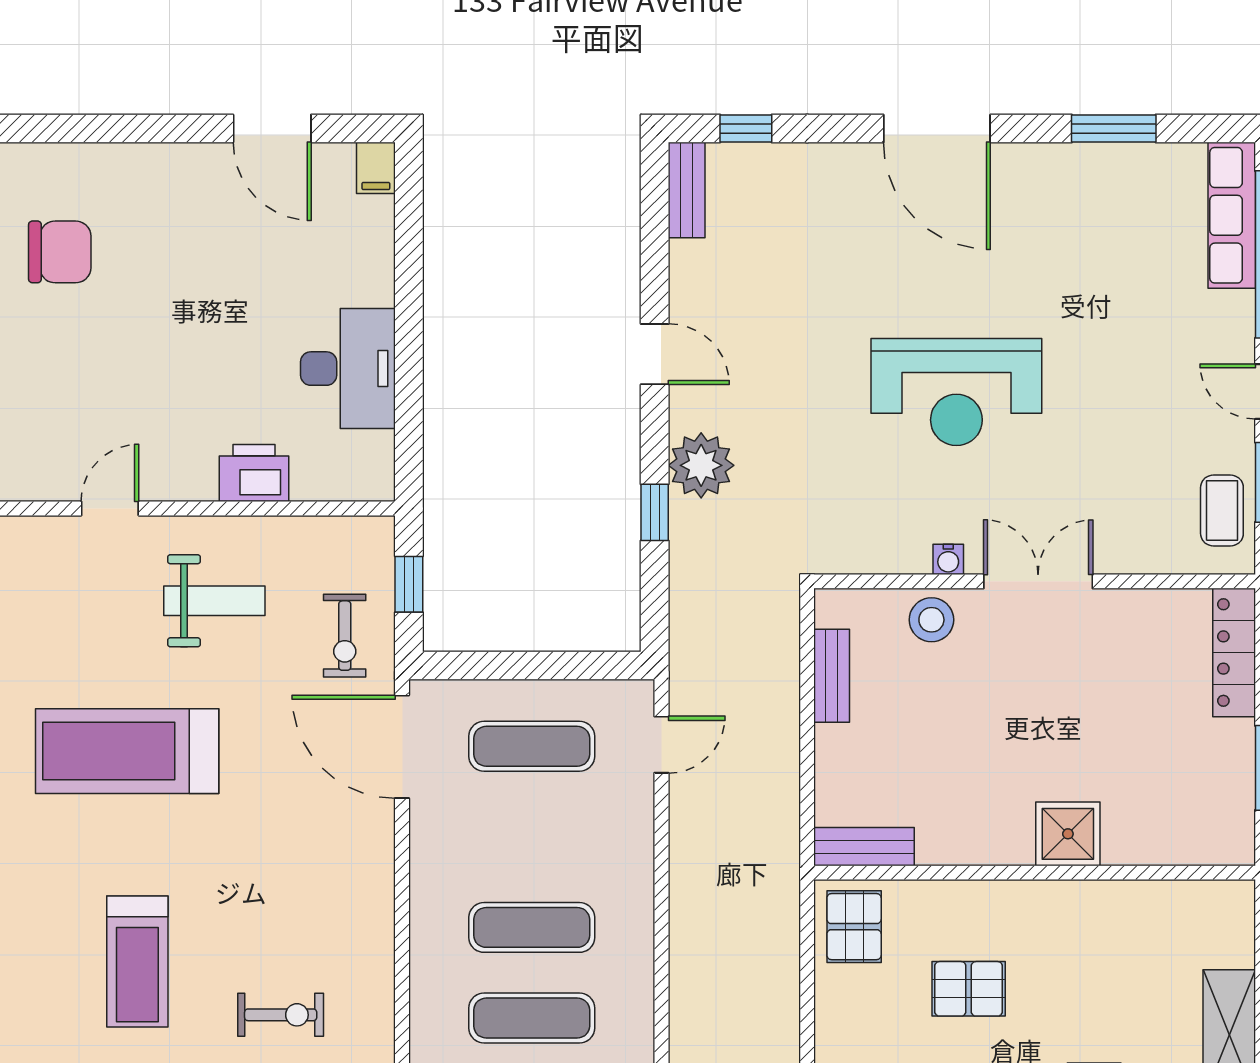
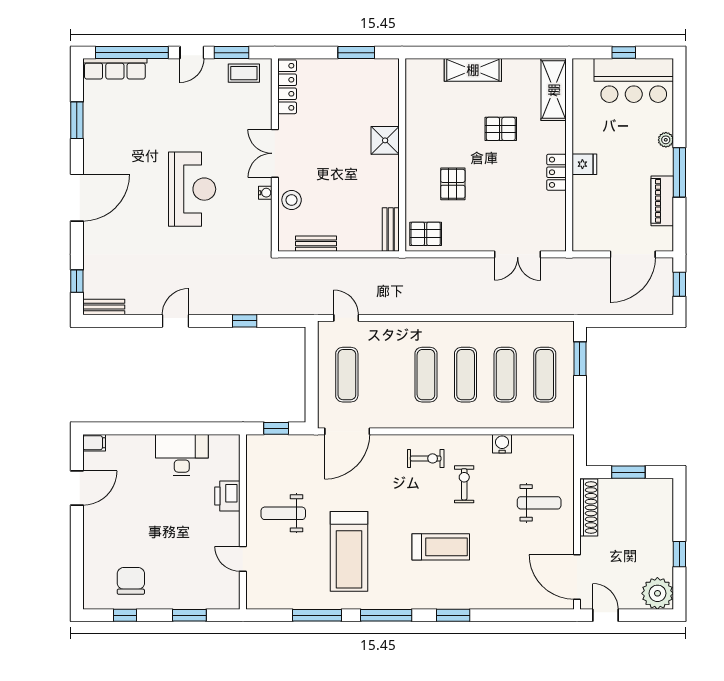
plant: (701, 465) -> (224, 301), removed
weight bench: (214, 601) -> (283, 513), turned -90
exercise bike: (345, 636) -> (426, 458), moved
locker: (1234, 653) -> (287, 87), moved, turned -90

